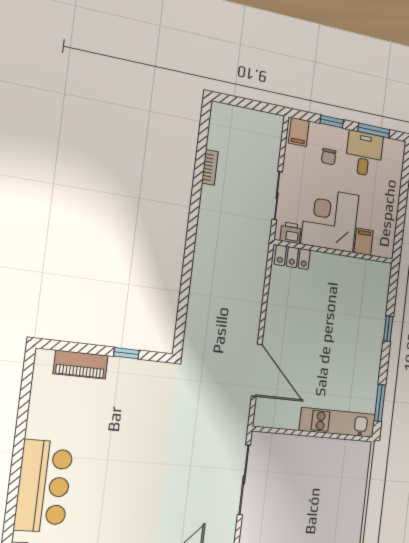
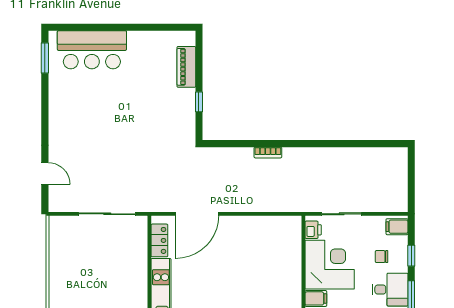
bookcase: (210, 167) -> (268, 153), moved
locker: (292, 257) -> (159, 240), moved, turned 180

